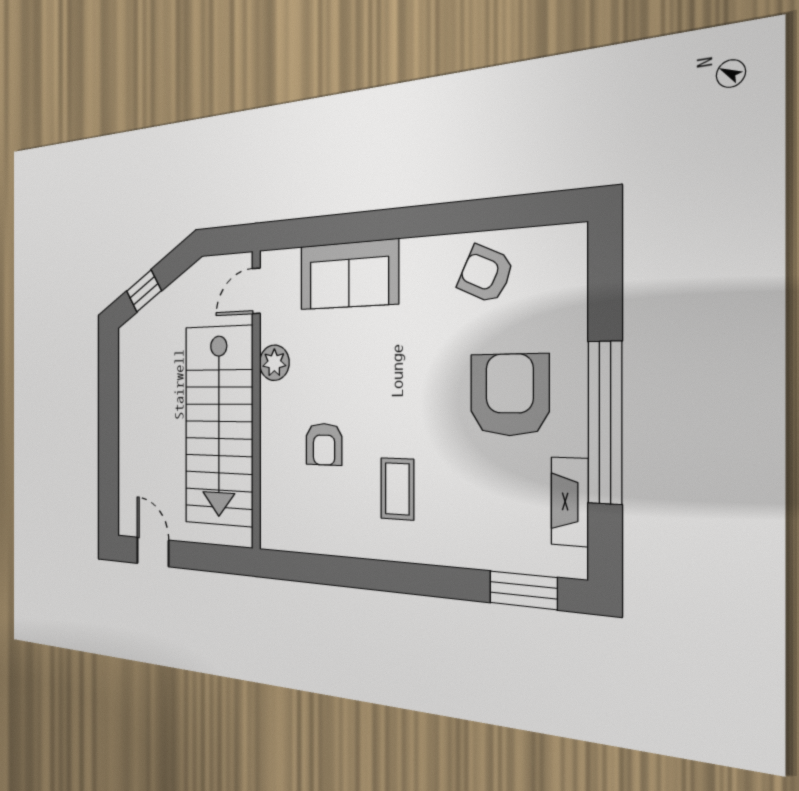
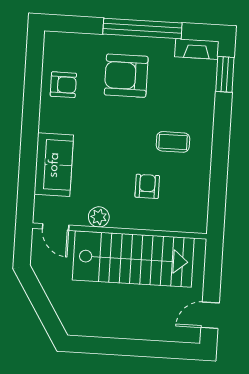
armchair: (486, 274) -> (63, 85), turned -115
window: (144, 291) -> (46, 312), removed
armchair: (324, 444) -> (147, 186), turned -90
fireplace: (570, 502) -> (197, 49), moved

